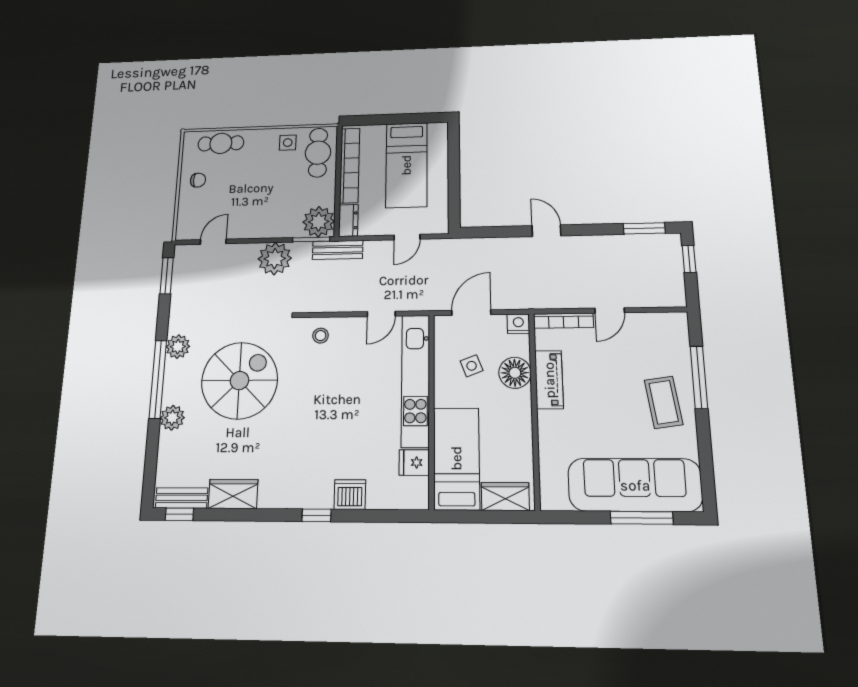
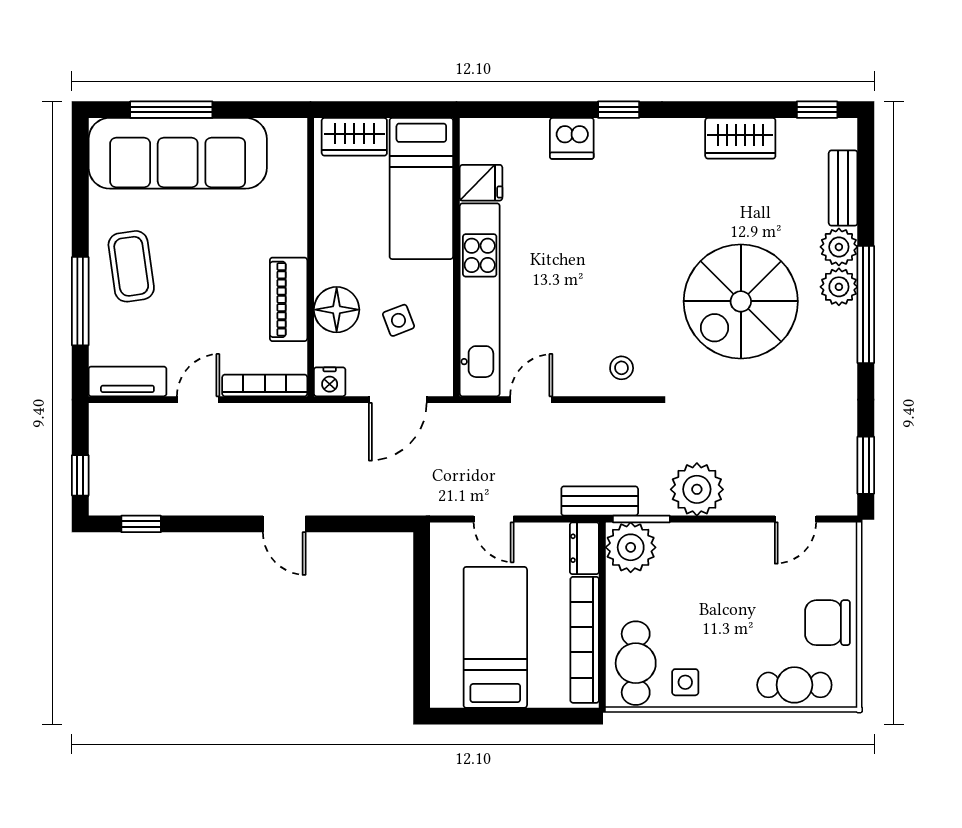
chair: (198, 180) -> (828, 623), width x1.87, depth x1.87
window: (644, 228) -> (141, 524), width x0.67
door: (407, 237) -> (494, 519), swing flipped
tv unit: (660, 322) -> (127, 381), added
plant: (178, 347) -> (839, 287), moved
bench: (182, 498) -> (843, 188), moved, turned 90

